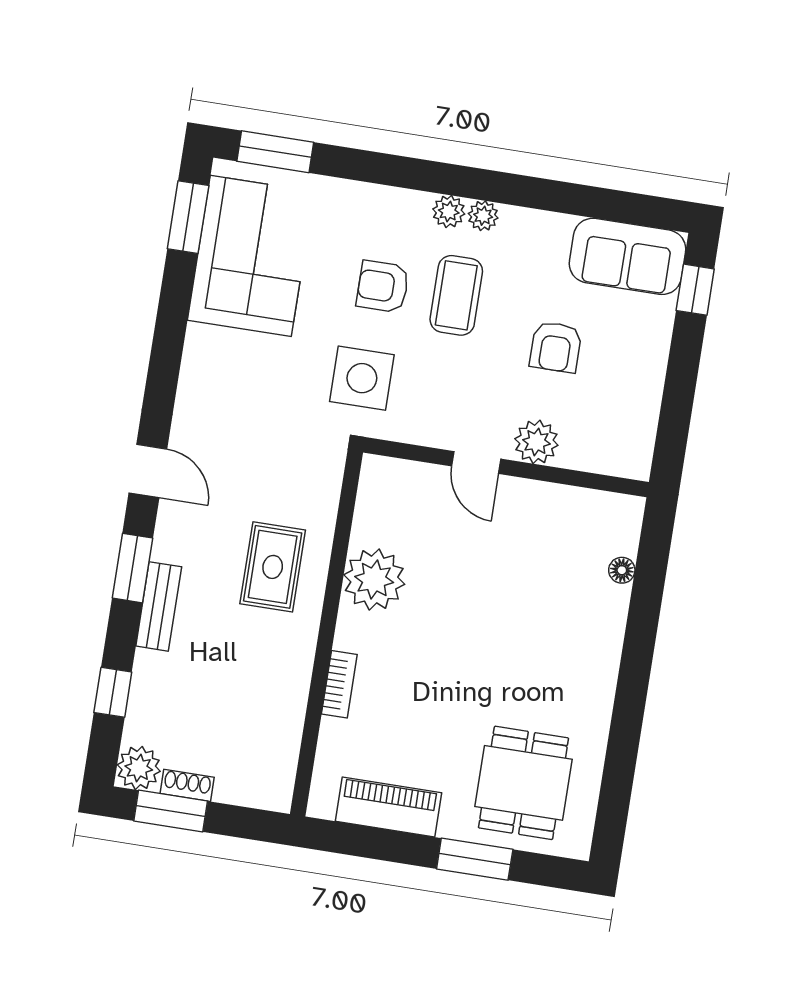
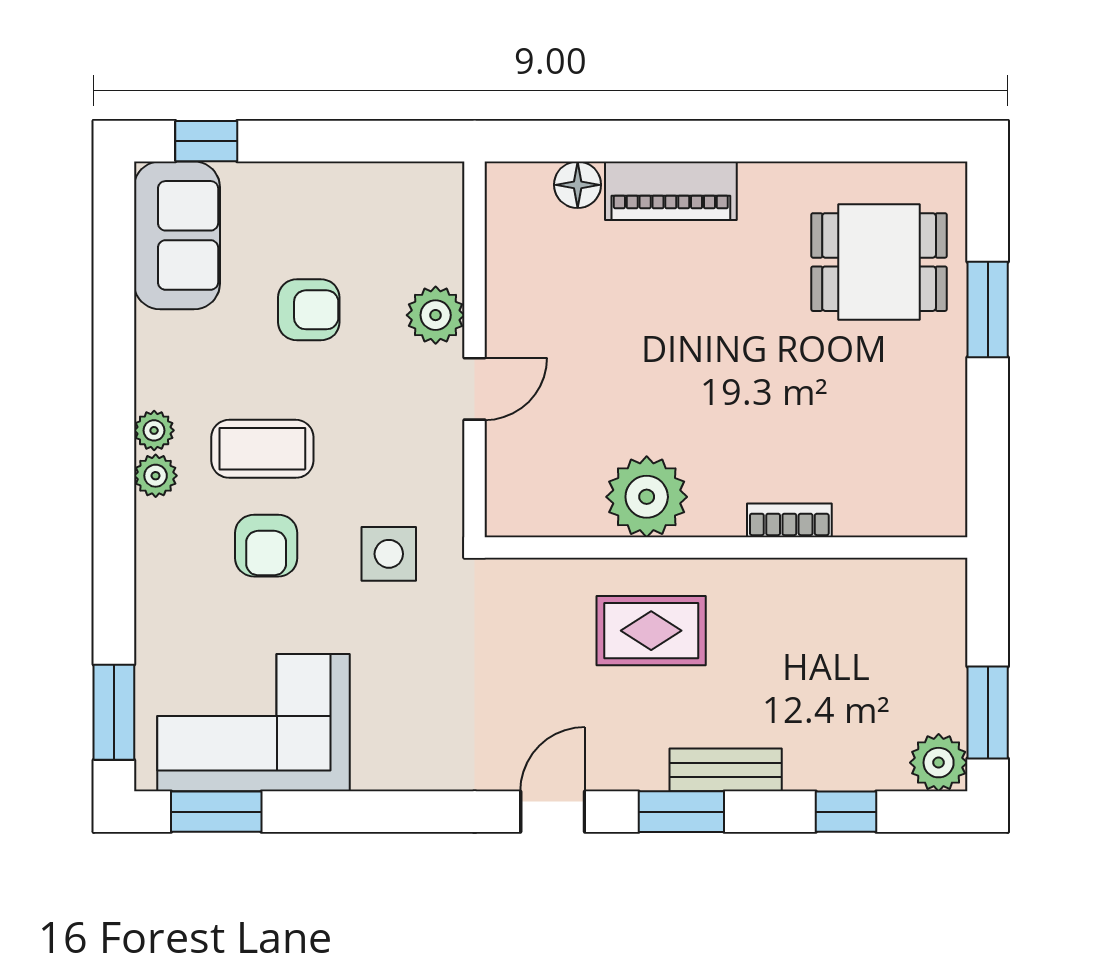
side table: (362, 378) -> (389, 554), width x0.73, depth x0.73
floor lamp: (622, 570) -> (578, 185), width x1.37, depth x1.37
shoe rack: (187, 785) -> (951, 696), removed
piano: (388, 807) -> (671, 191), moved, turned -90

